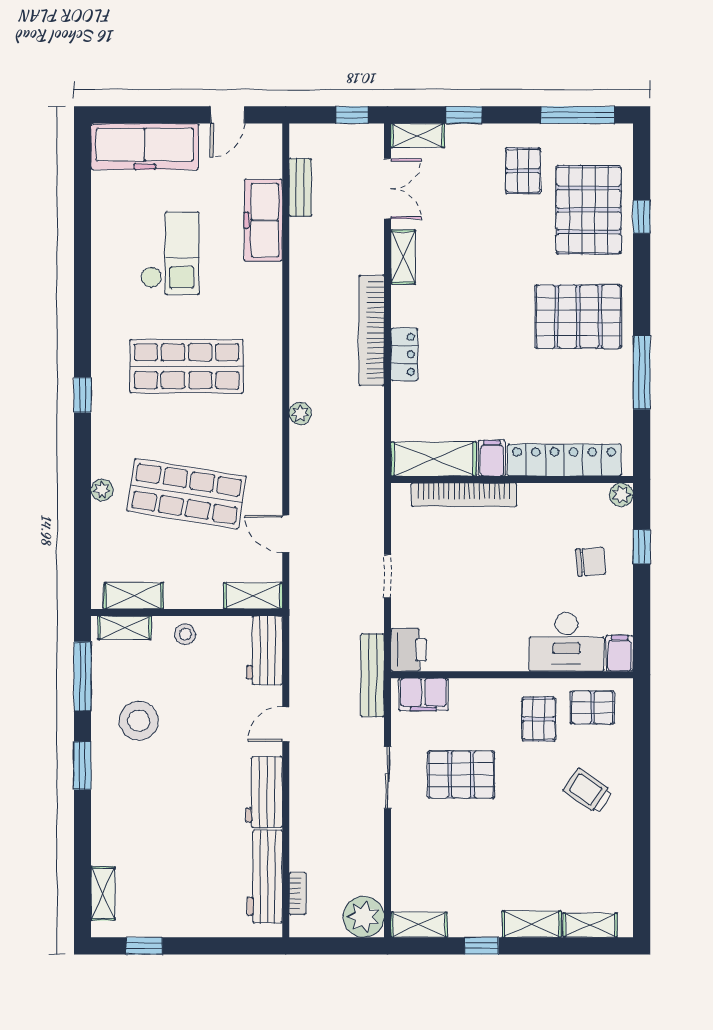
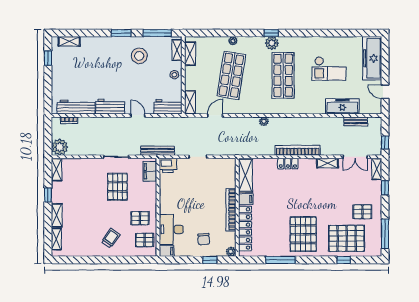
plant: (107, 394) -> (272, 43), added
bookcase: (464, 495) -> (231, 210), moved
pallet: (592, 708) -> (145, 240), turned 90

